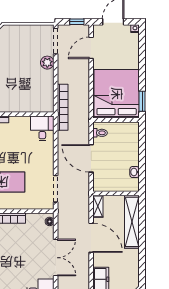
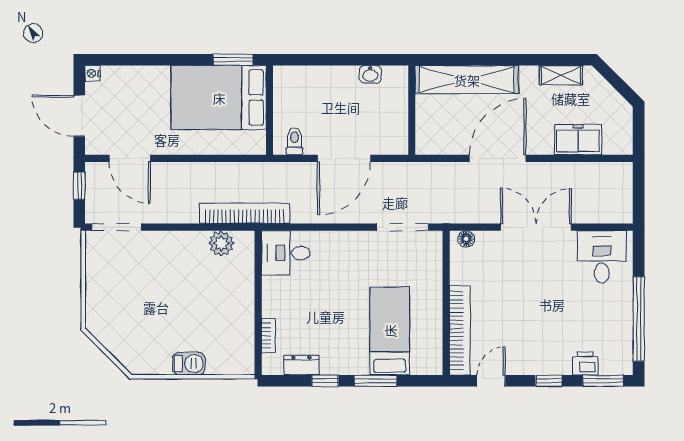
plant: (47, 63) -> (221, 243), moved
bed: (117, 94) -> (219, 98), width x0.73
shelving: (98, 206) -> (561, 75), moved

